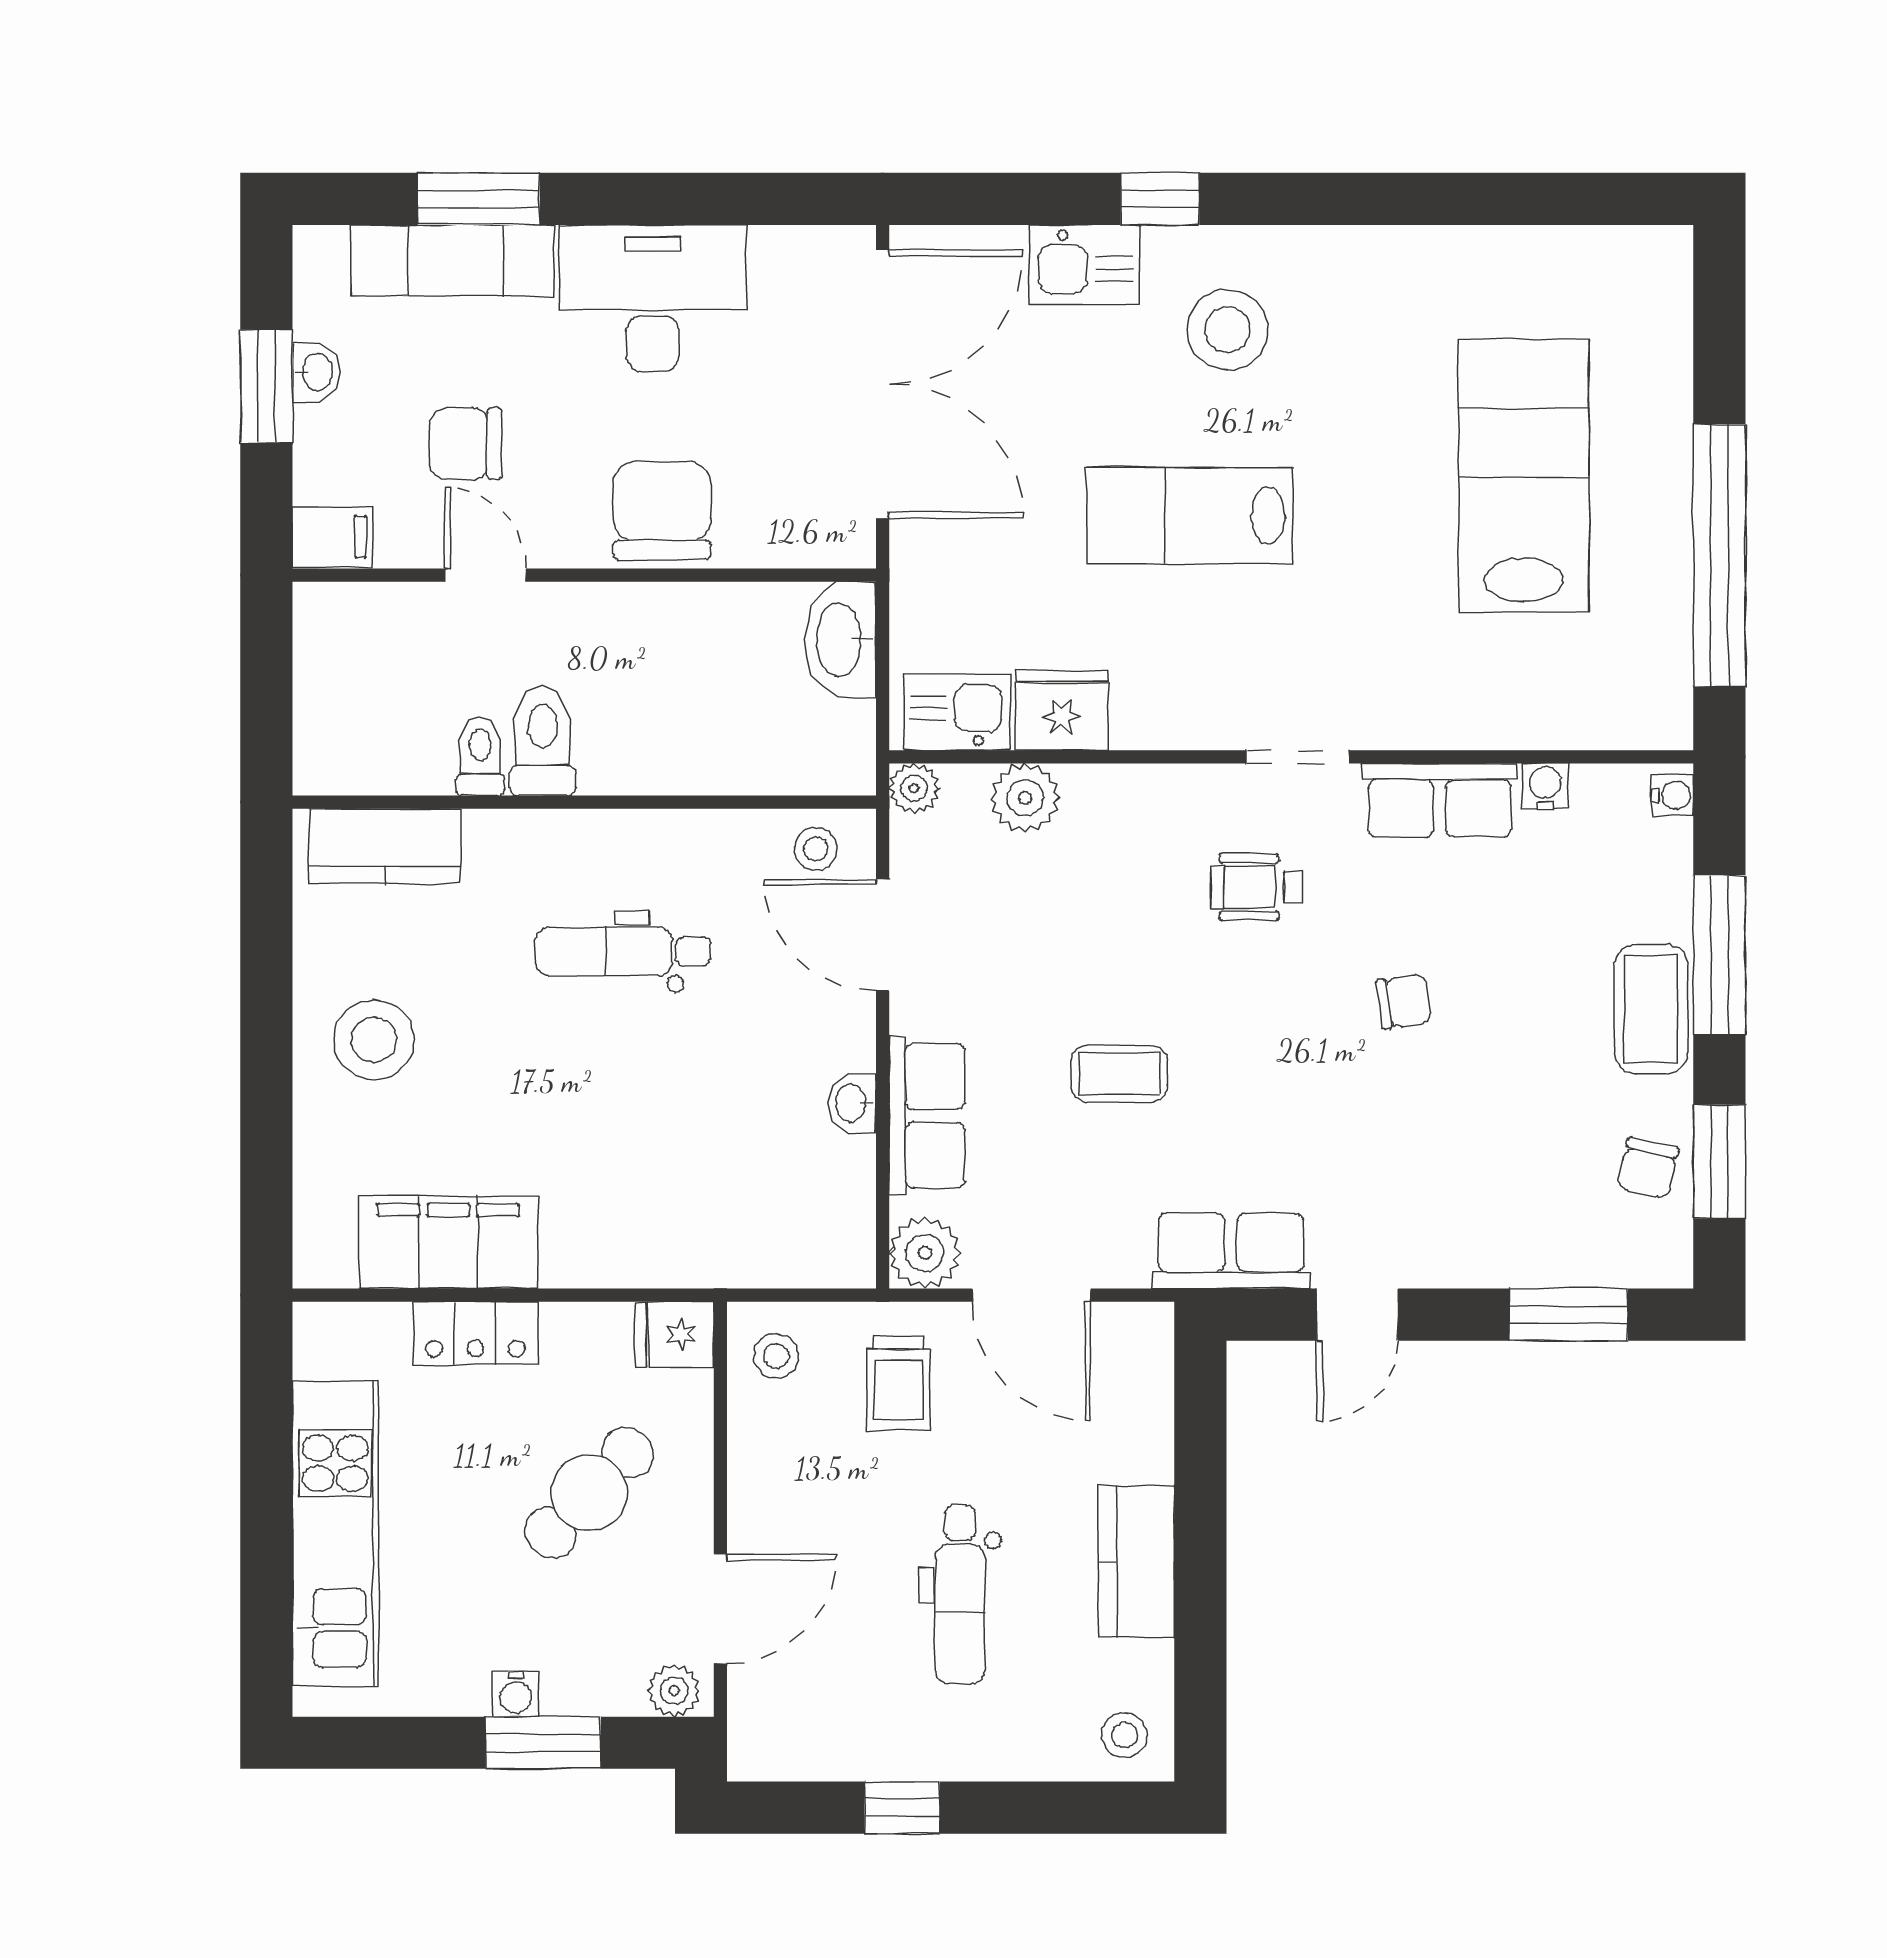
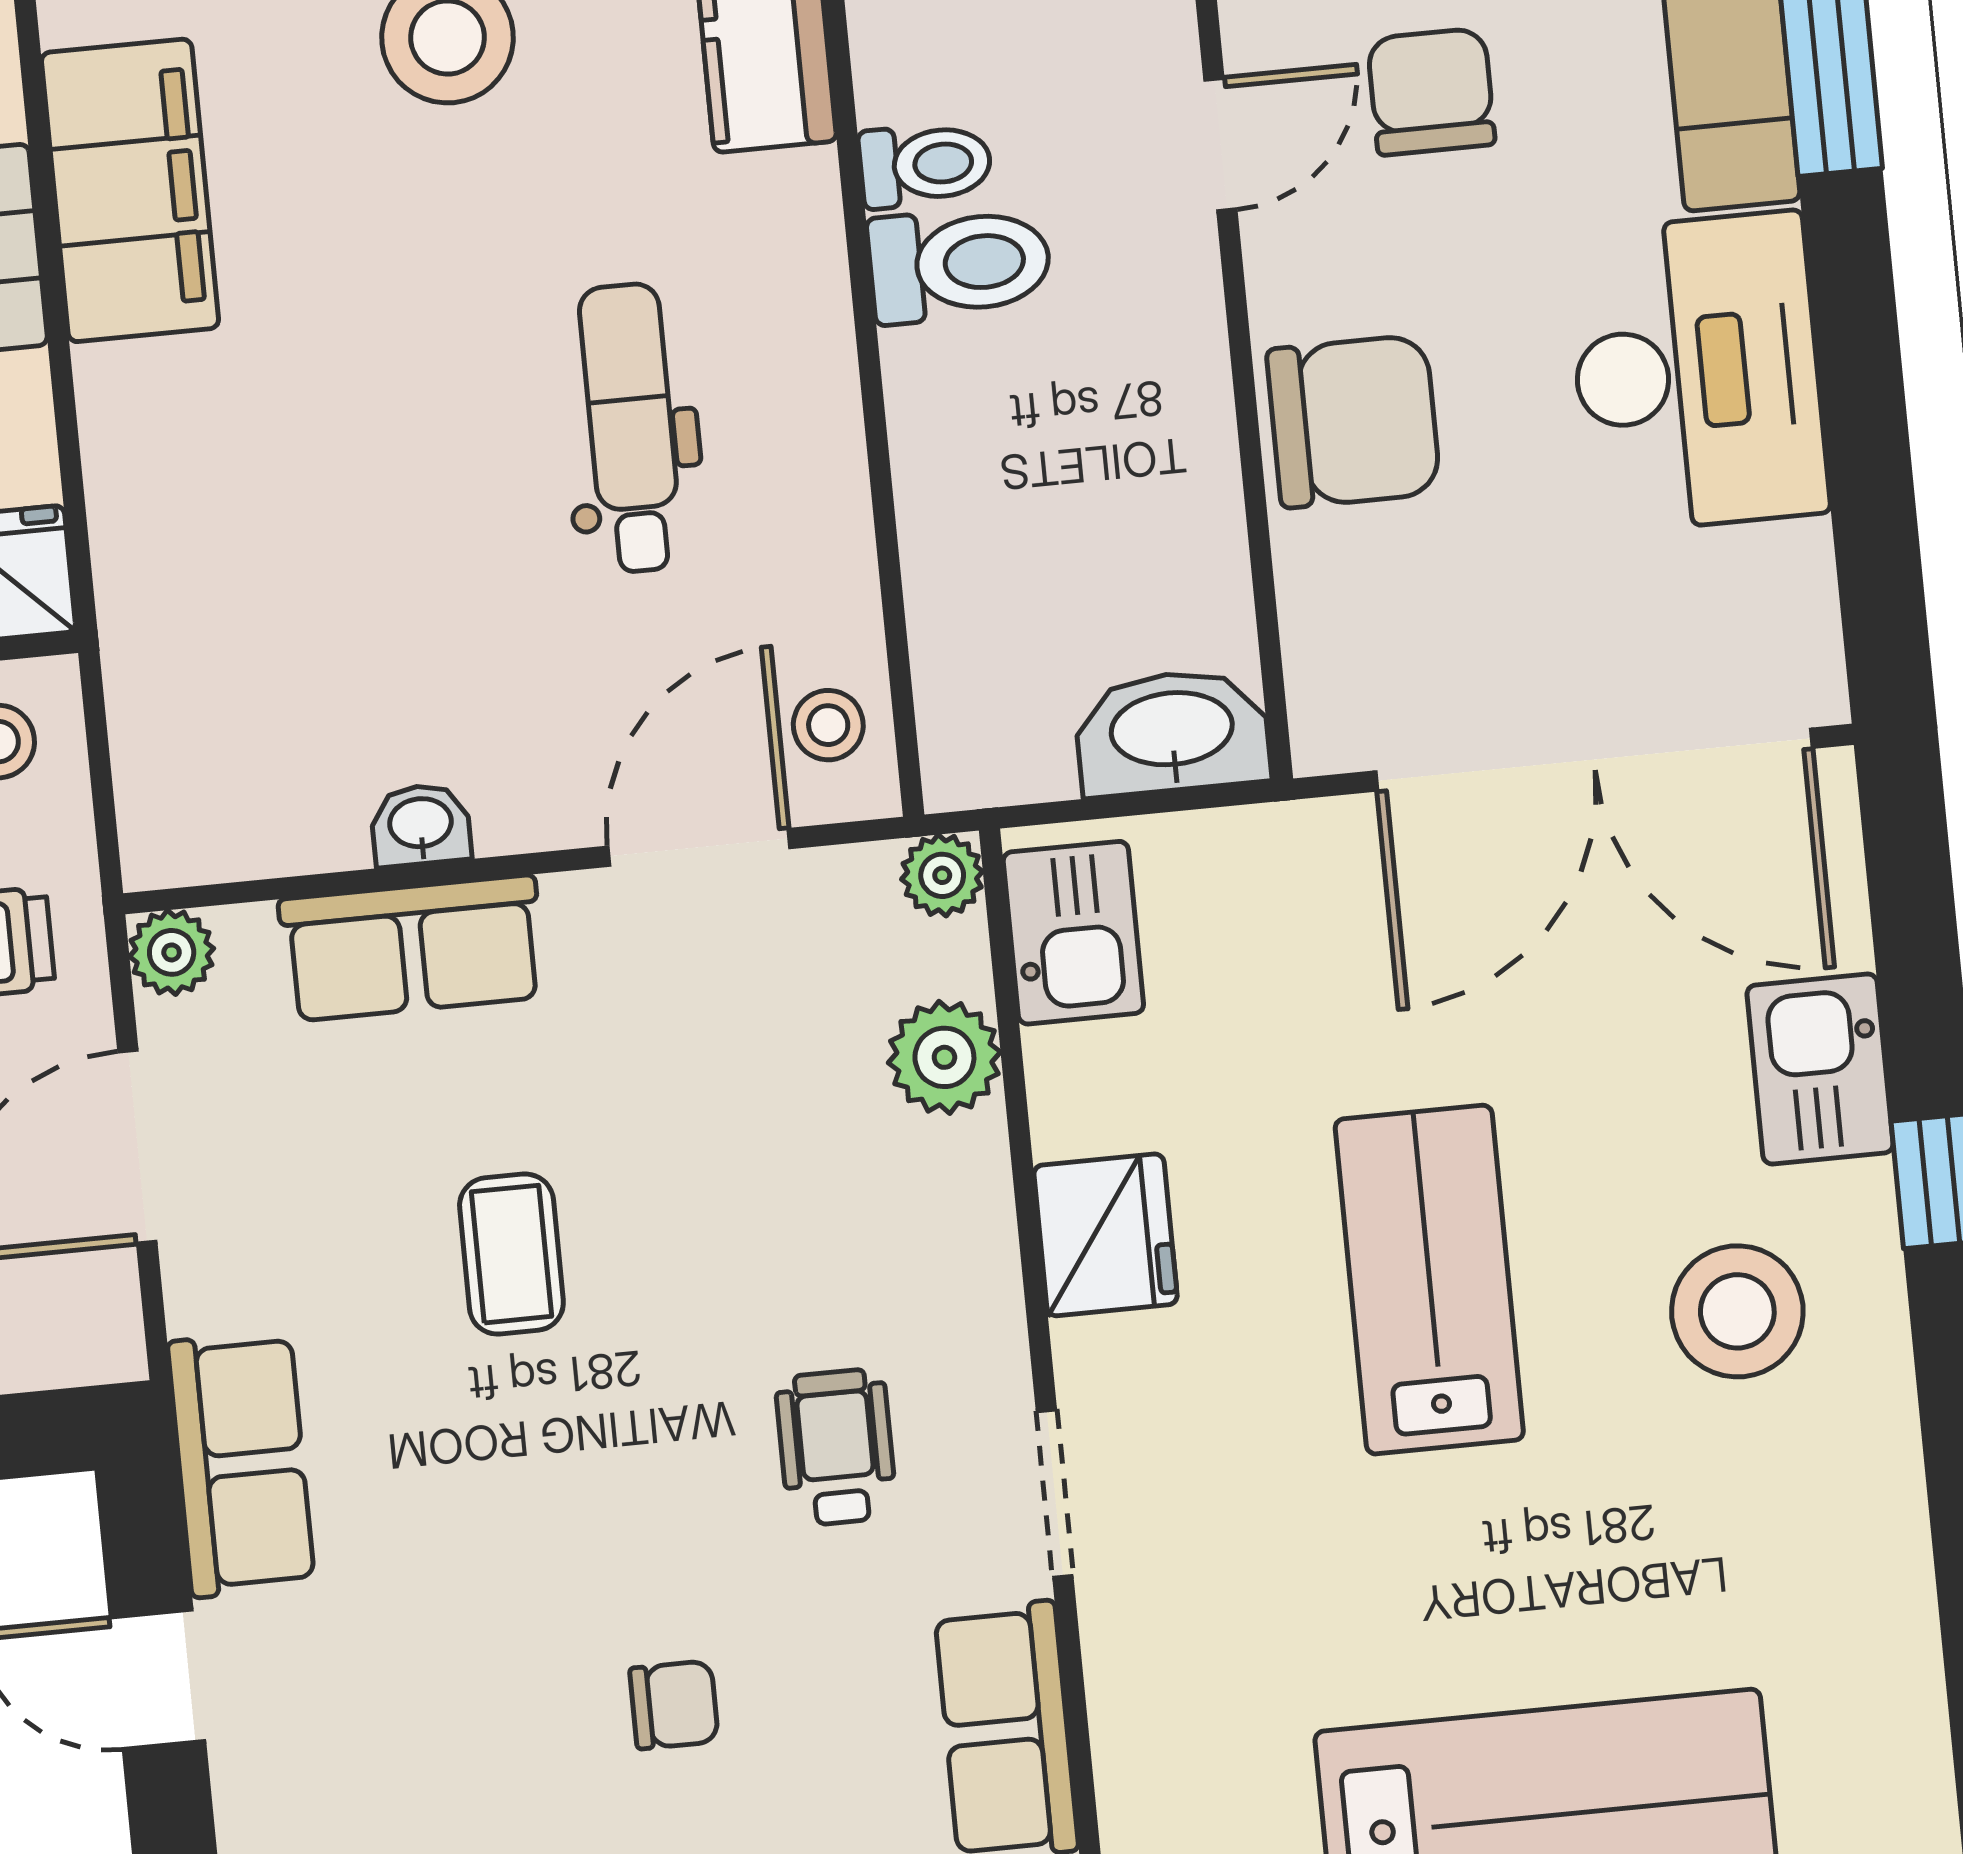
fridge: (1062, 710) -> (1106, 1235), moved
chair: (1404, 1001) -> (674, 1705), turned -82
plant: (925, 1253) -> (172, 952), width x0.73, depth x0.73

